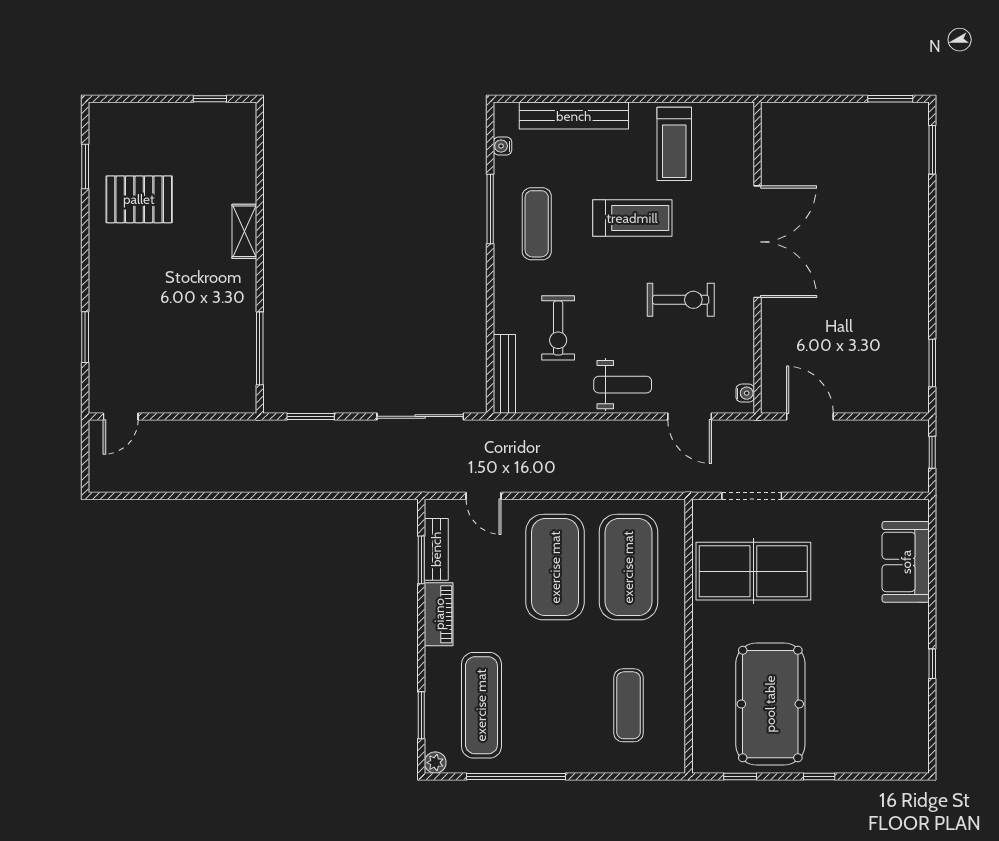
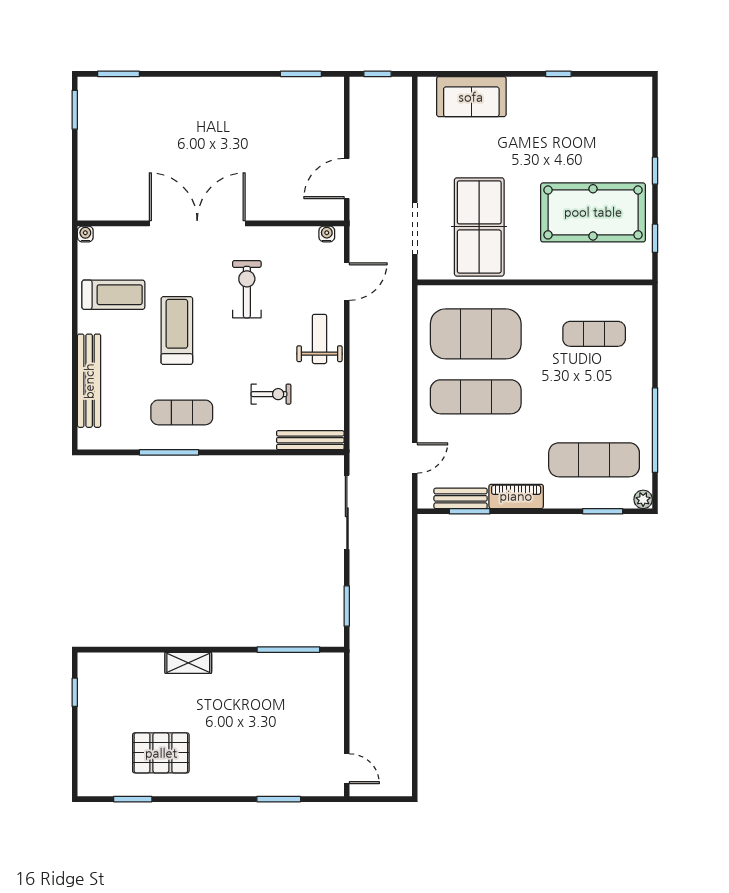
water cooler: (502, 146) -> (85, 234), moved, turned 180
pallet: (139, 199) -> (161, 753), turned 90
exercise bike: (558, 328) -> (271, 394), width x0.73, depth x0.72
exercise mat: (555, 567) -> (476, 397), width x0.68

